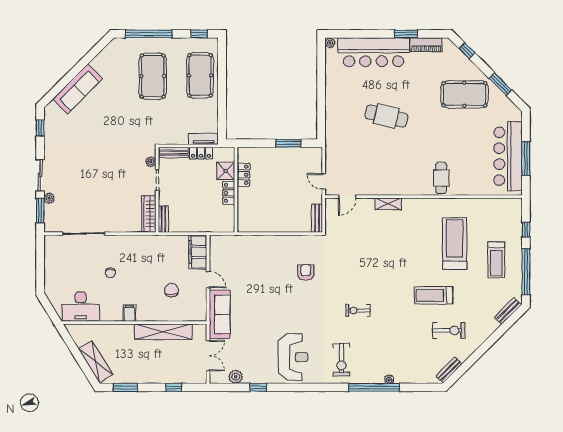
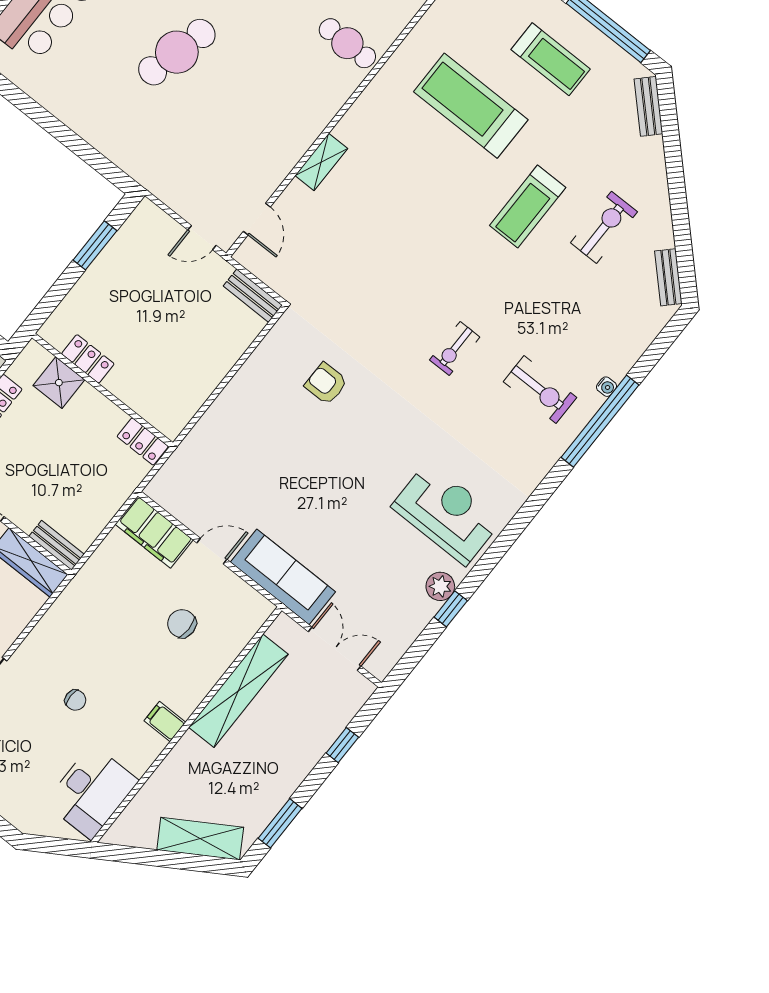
locker: (229, 193) -> (143, 441), moved
exercise bike: (342, 360) -> (540, 390), moved
plant: (236, 377) -> (440, 586), moved

